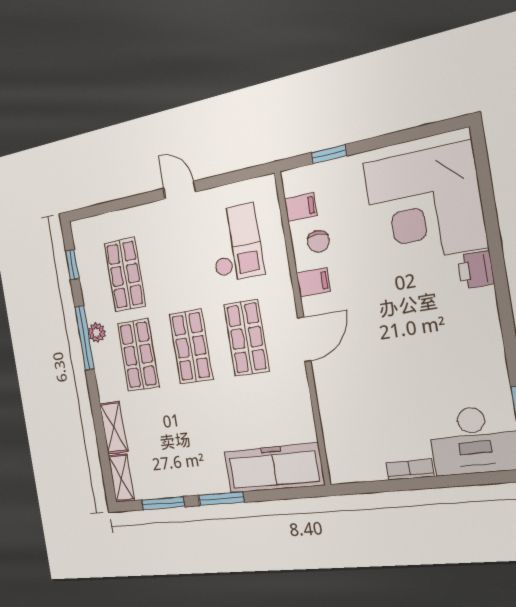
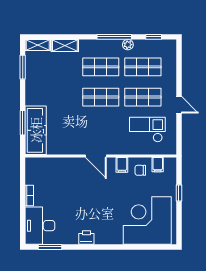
window: (329, 154) -> (179, 193), moved
door: (179, 190) -> (179, 105), hinge flipped
checkout: (236, 243) -> (147, 130), turned 180
printer: (476, 270) -> (86, 238), moved
plant: (97, 333) -> (128, 45), moved
shop shelf: (247, 338) -> (143, 97), moved
window: (221, 499) -> (23, 123), moved

